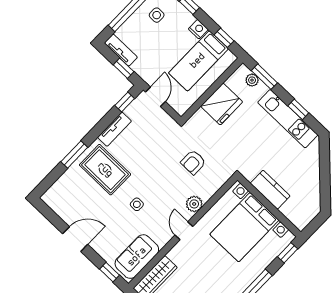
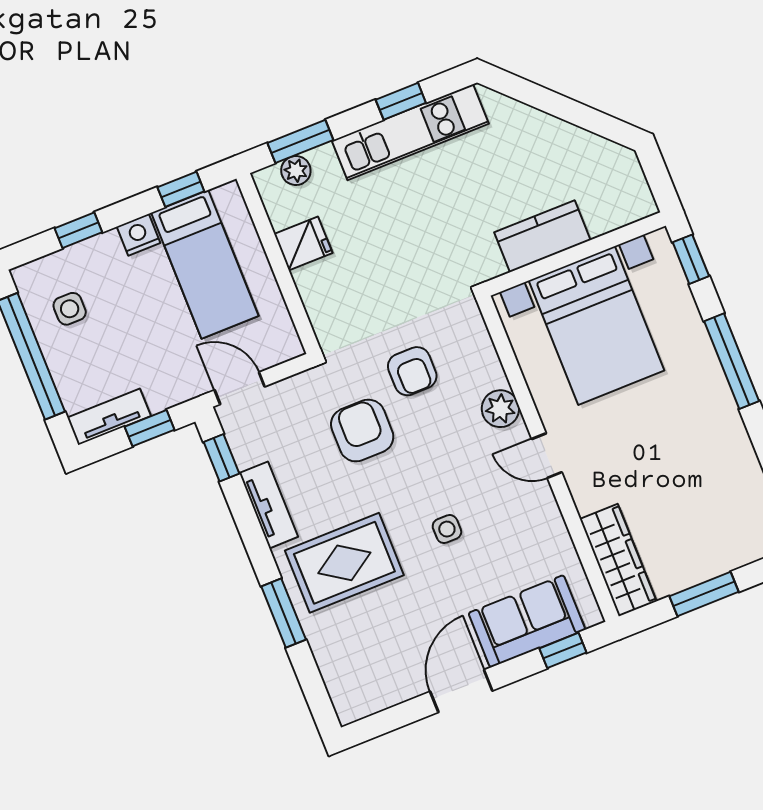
fridge: (222, 104) -> (303, 244), width x0.53, depth x0.75
armchair: (161, 153) -> (362, 431), added
sofa: (137, 257) -> (527, 621), moved, turned 90

